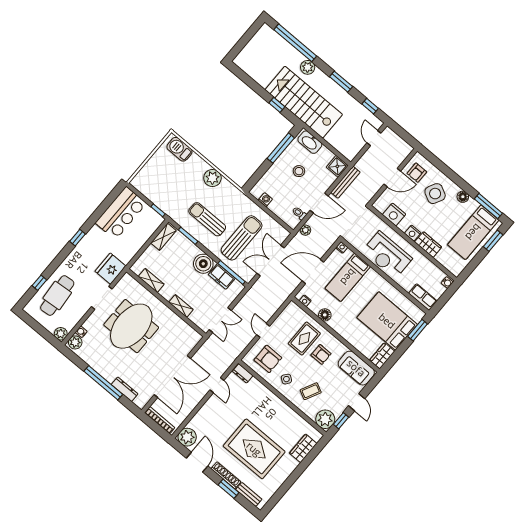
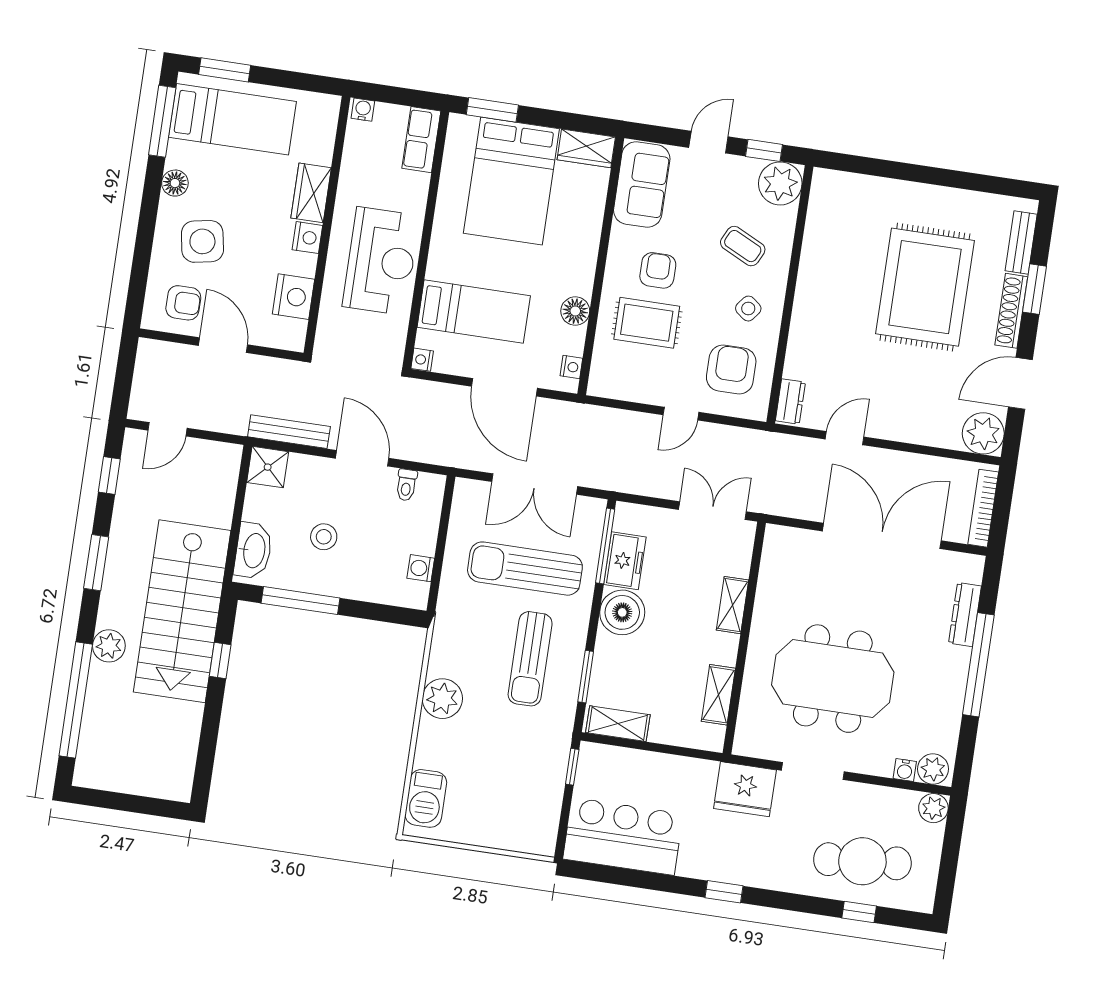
side table: (435, 194) -> (202, 241), turned -37
plant: (305, 230) -> (432, 452), removed
wardrobe: (303, 448) -> (864, 191), removed

